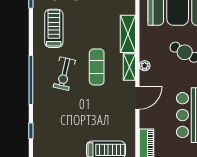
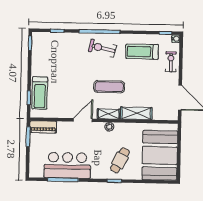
treadmill: (54, 28) -> (142, 52), turned 180
exercise bike: (64, 74) -> (102, 48), moved
door: (137, 98) -> (83, 120), swing flipped

